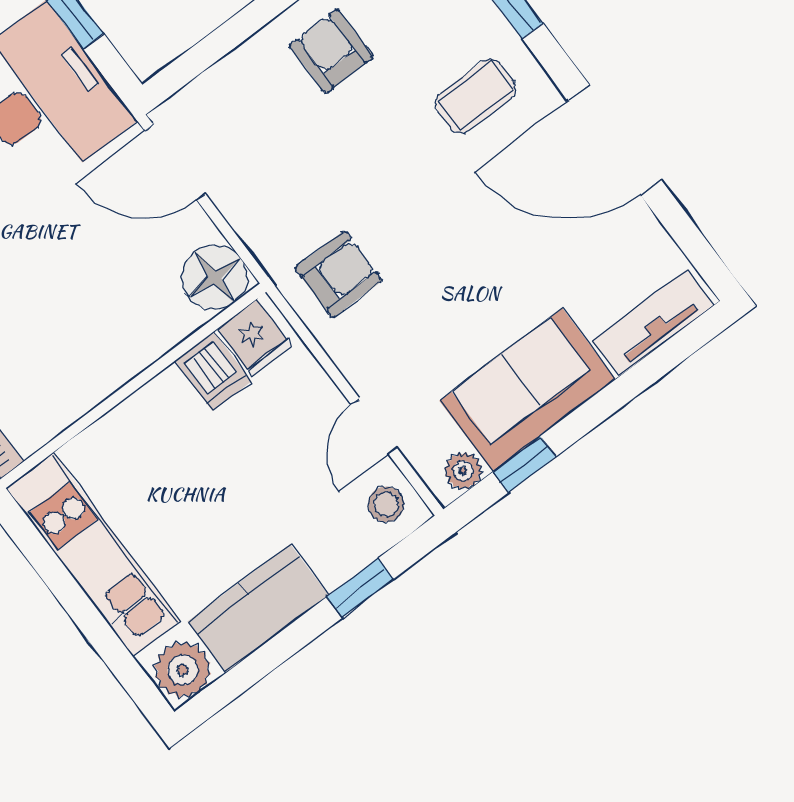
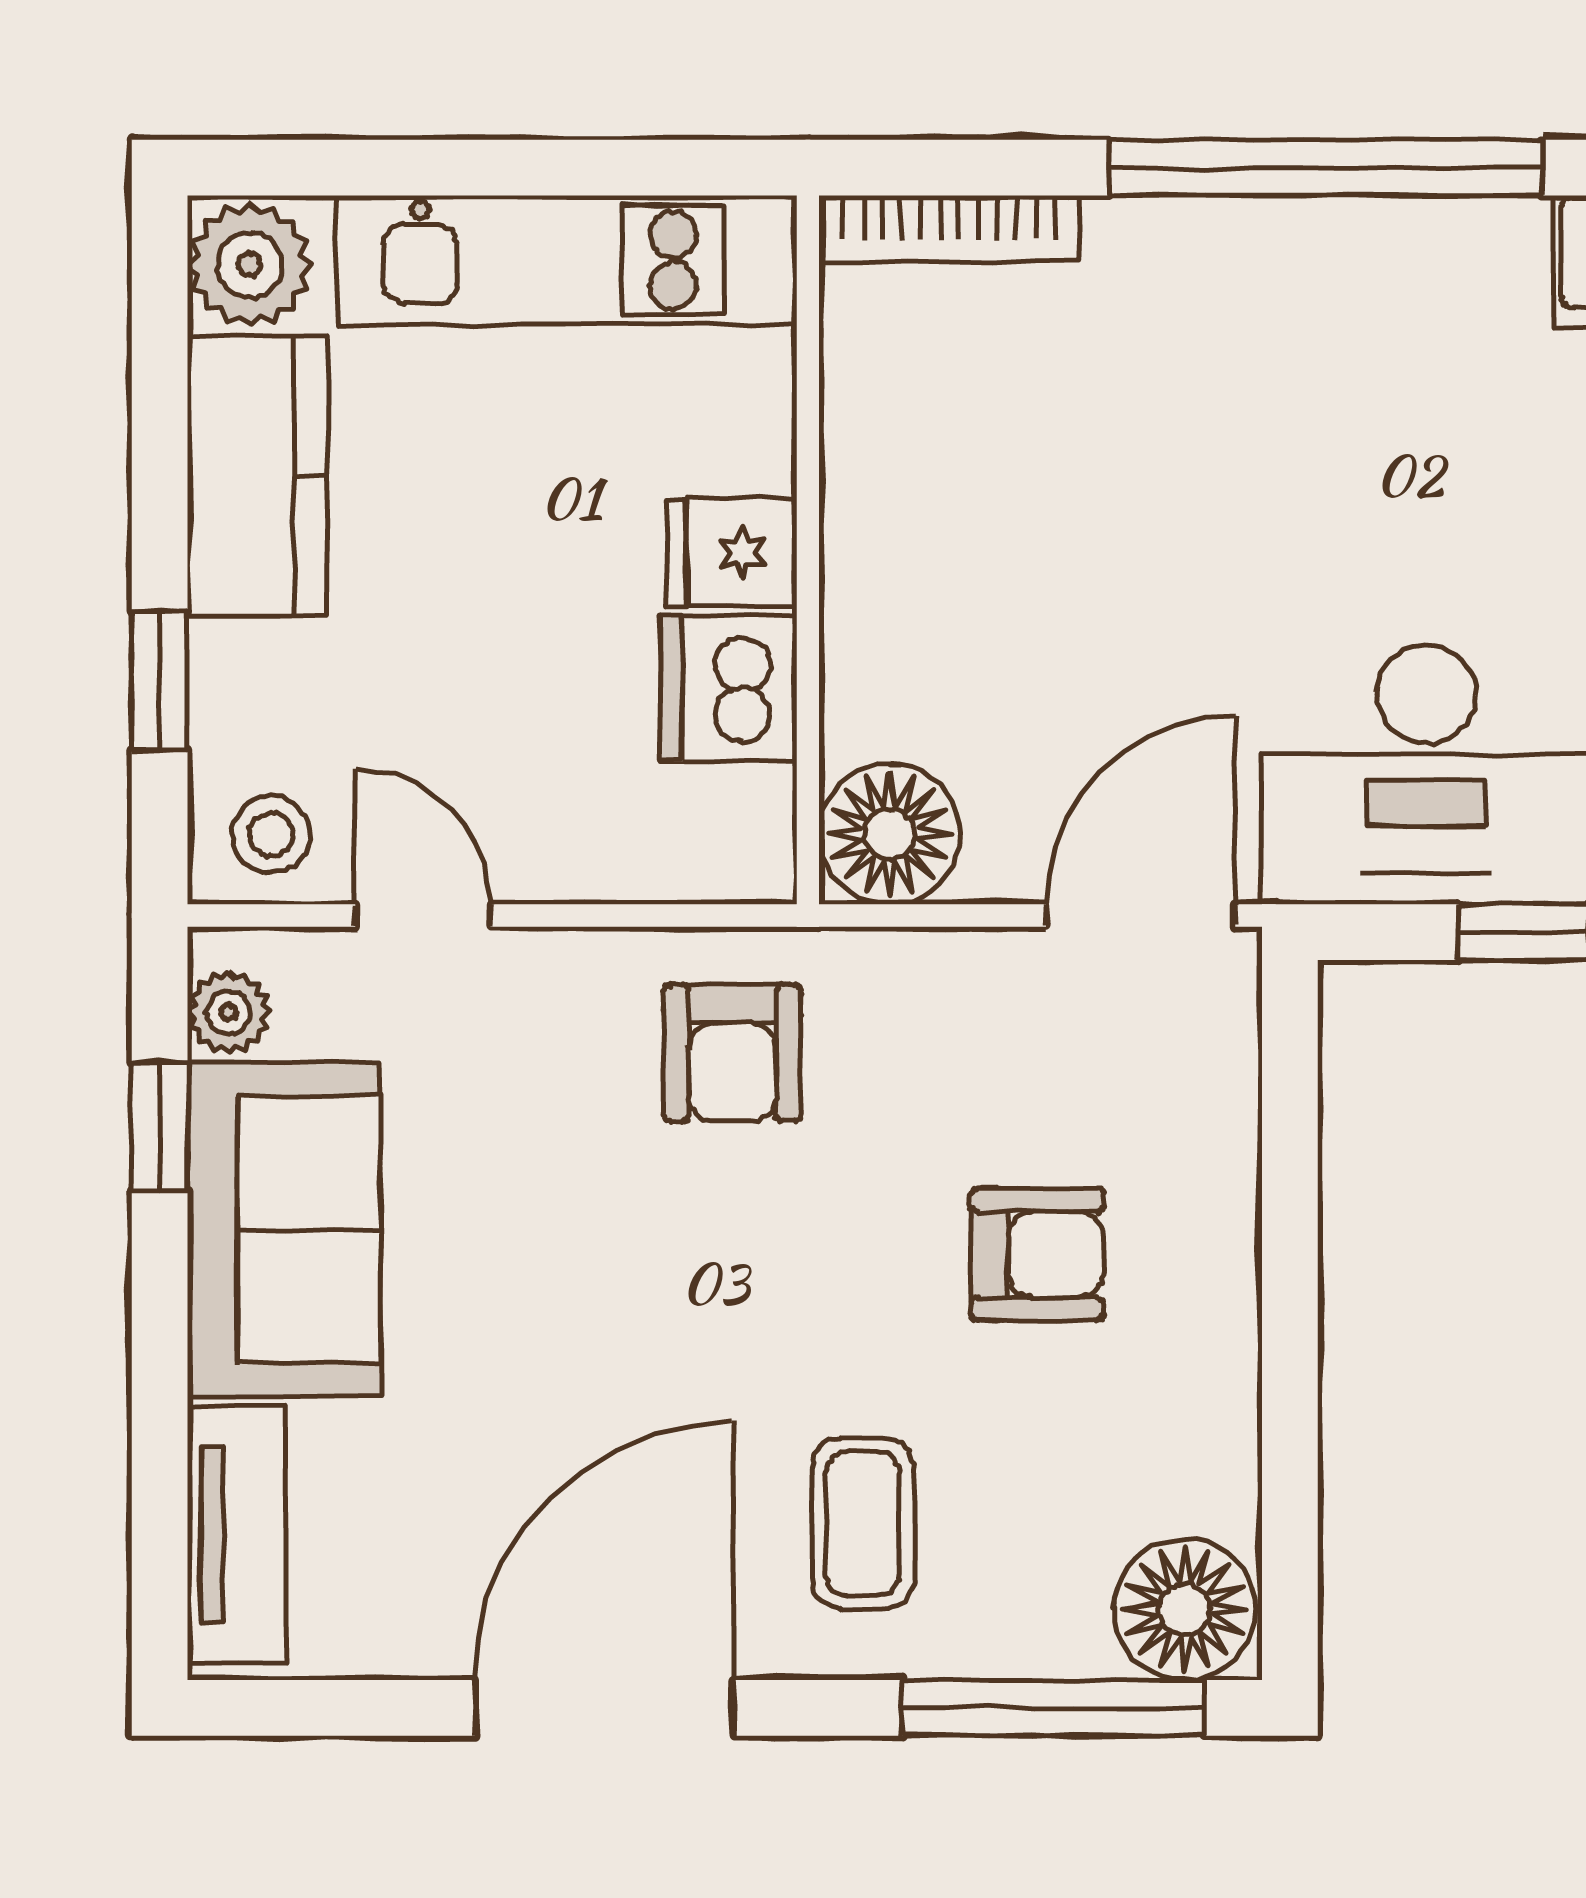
armchair: (331, 51) -> (1037, 1254), moved
fridge: (255, 338) -> (732, 552), moved
dishwasher: (213, 371) -> (729, 688), width x1.38

